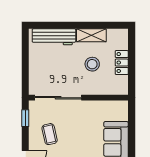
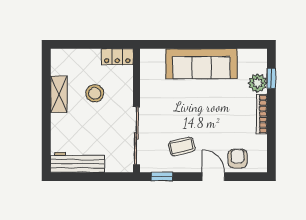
workbench: (54, 37) -> (77, 162), moved, turned -90
locker: (122, 63) -> (117, 57), moved

